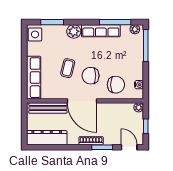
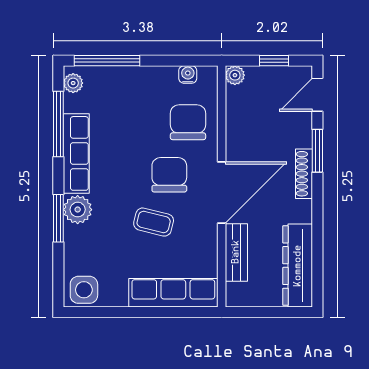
window: (52, 22) -> (58, 218), moved
chair: (91, 76) -> (169, 175), turned 180
bench: (48, 108) -> (236, 252), width x0.73

